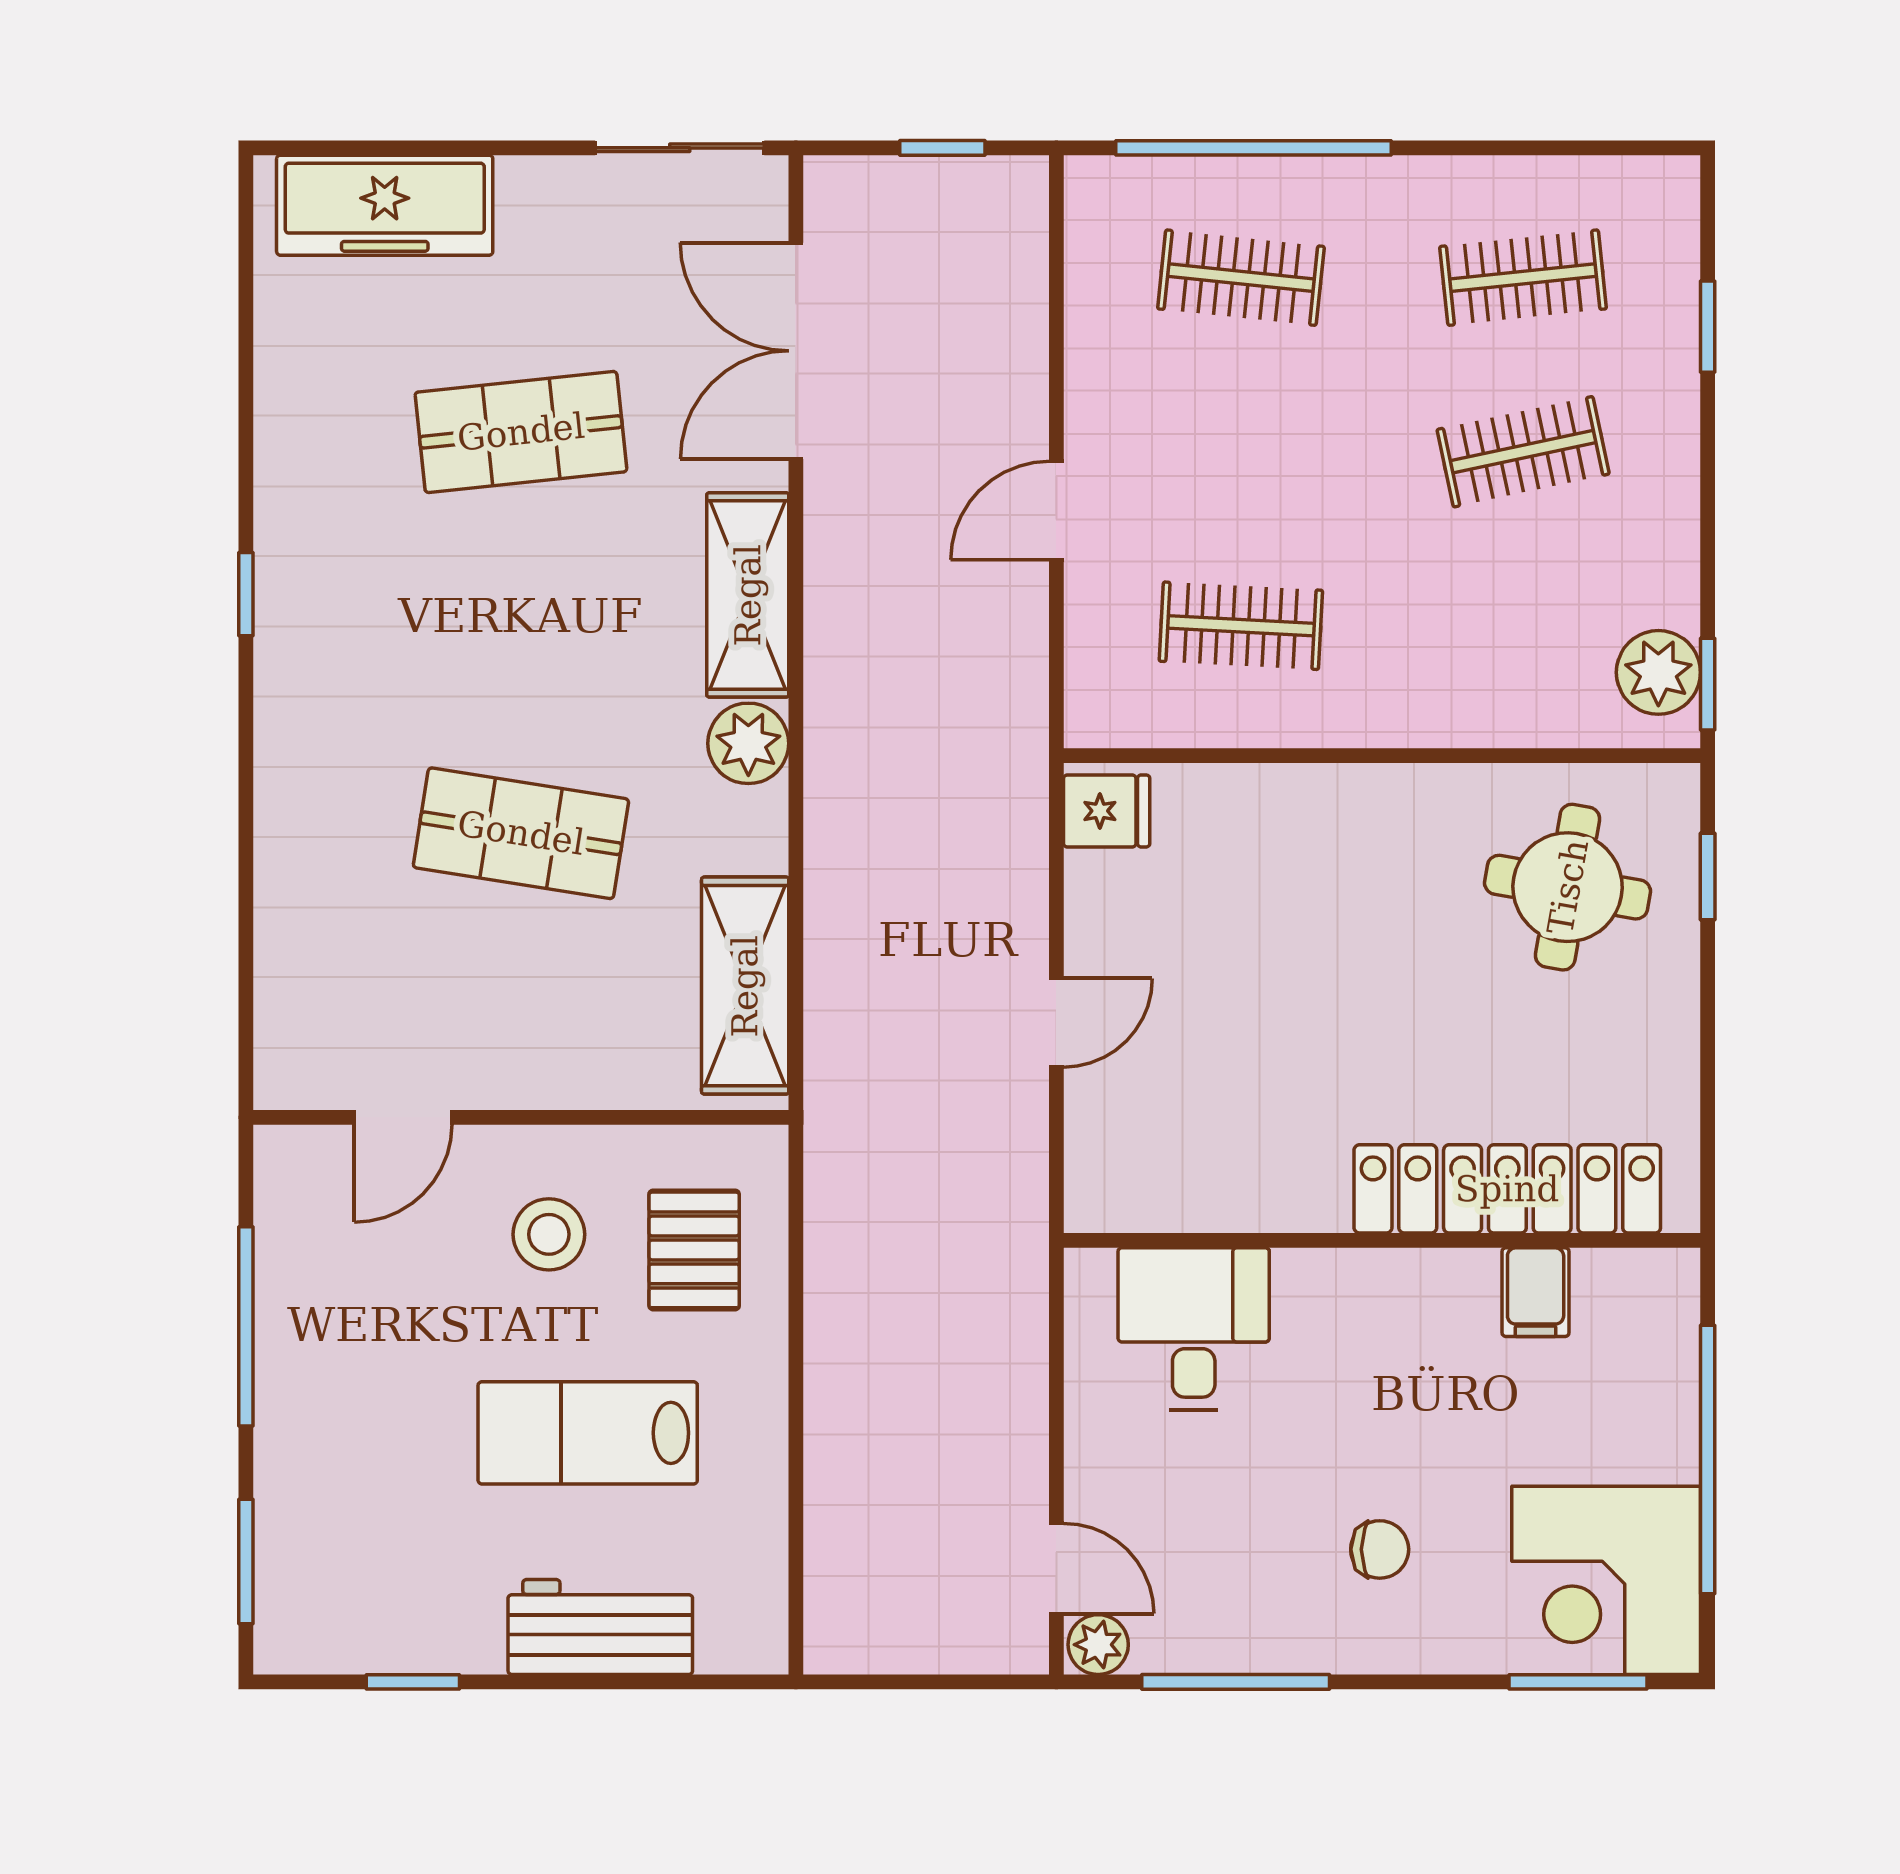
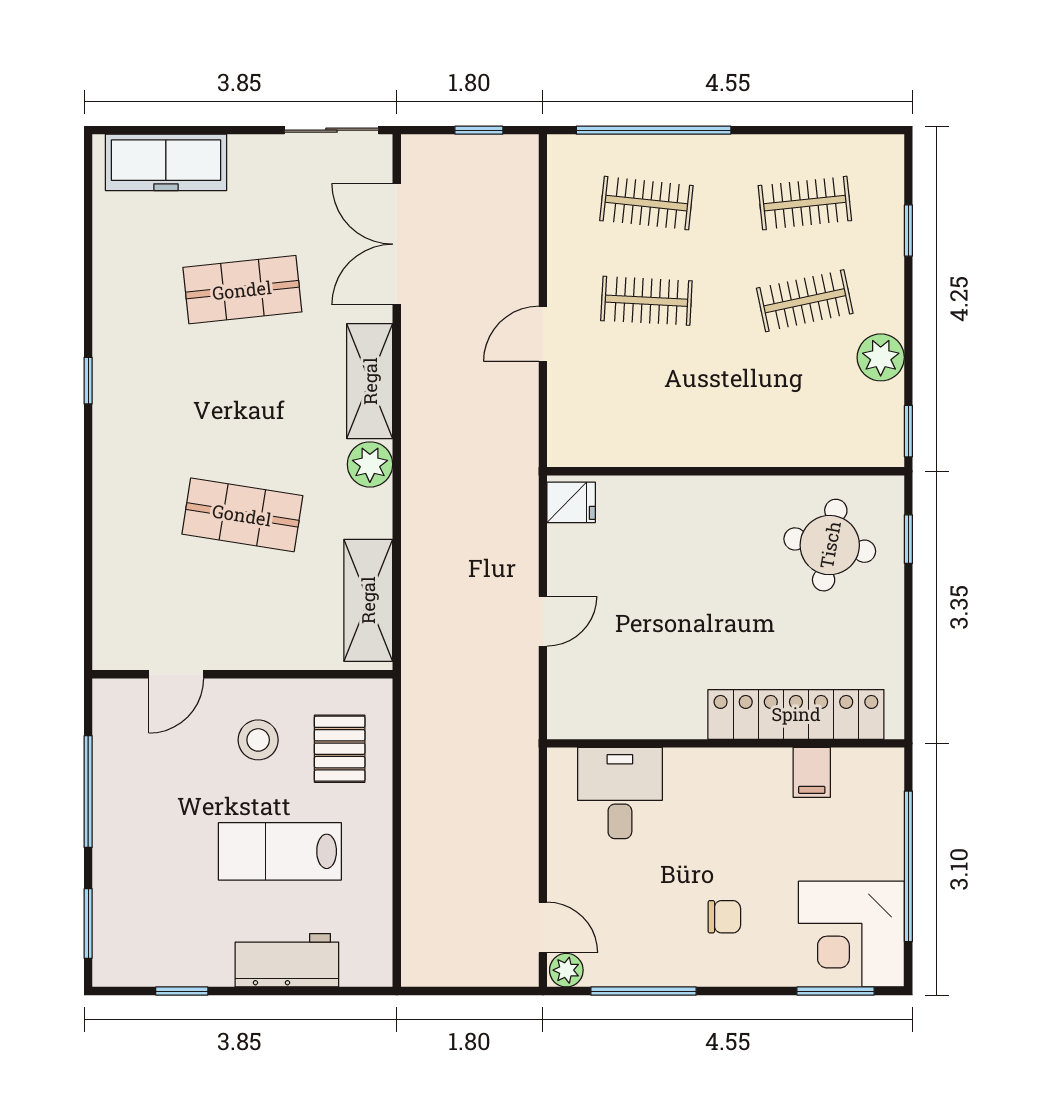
clothes rail: (1241, 626) -> (646, 301), moved
plant: (1658, 672) -> (881, 357), moved

